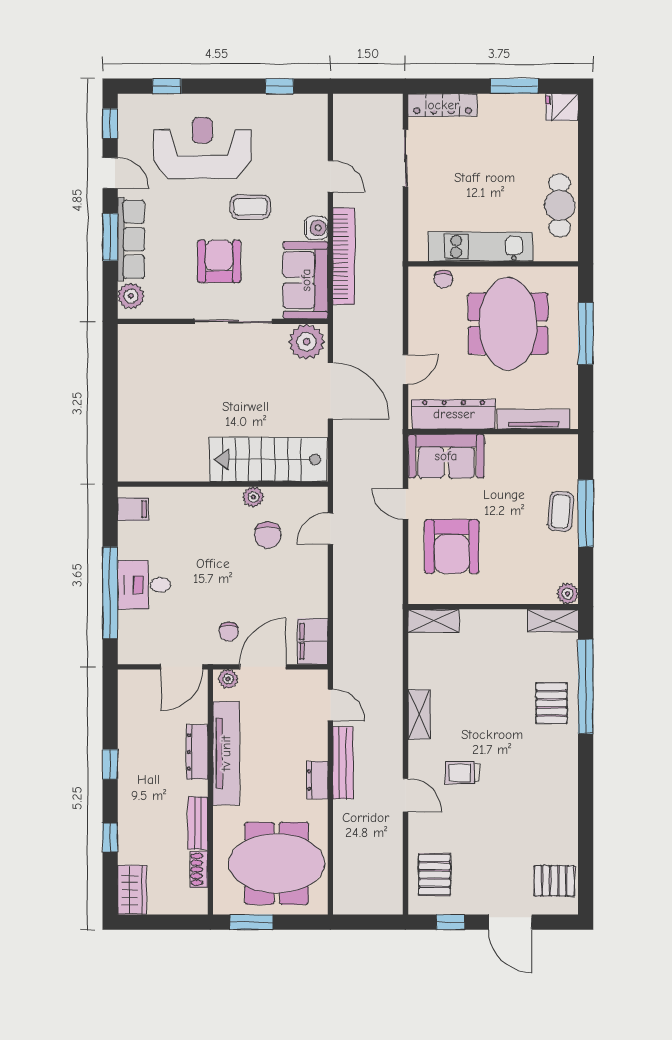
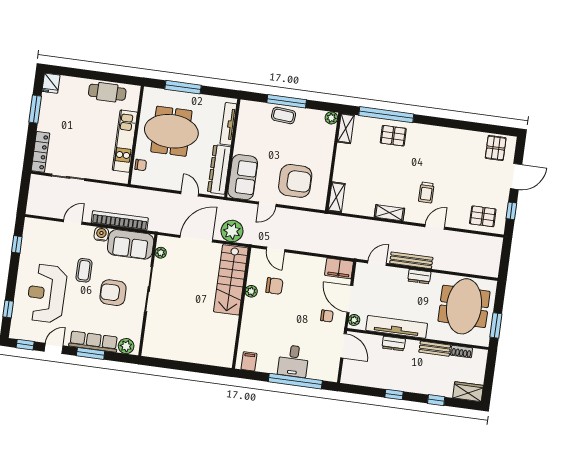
plant: (307, 342) -> (161, 253), width x0.53, depth x0.53
plant: (352, 450) -> (232, 231), added
dresser: (197, 752) -> (394, 343), width x0.70

